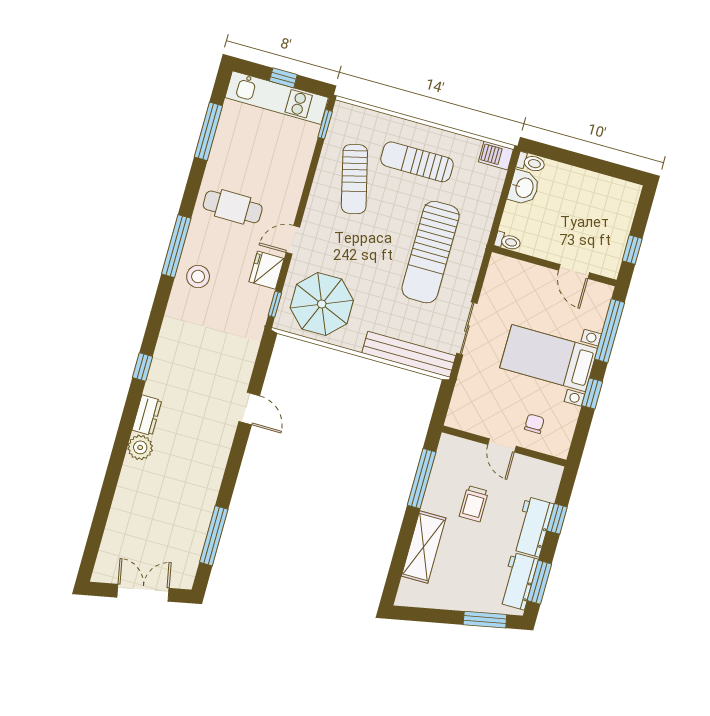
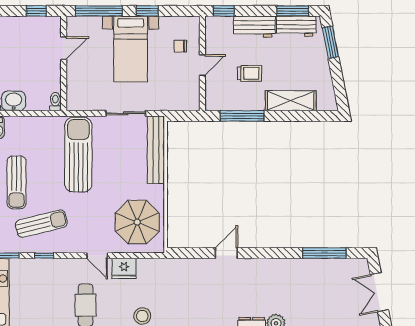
sun lounger: (431, 252) -> (78, 155), turned -90
window: (275, 304) -> (44, 256), moved
window: (557, 519) -> (224, 11), moved

